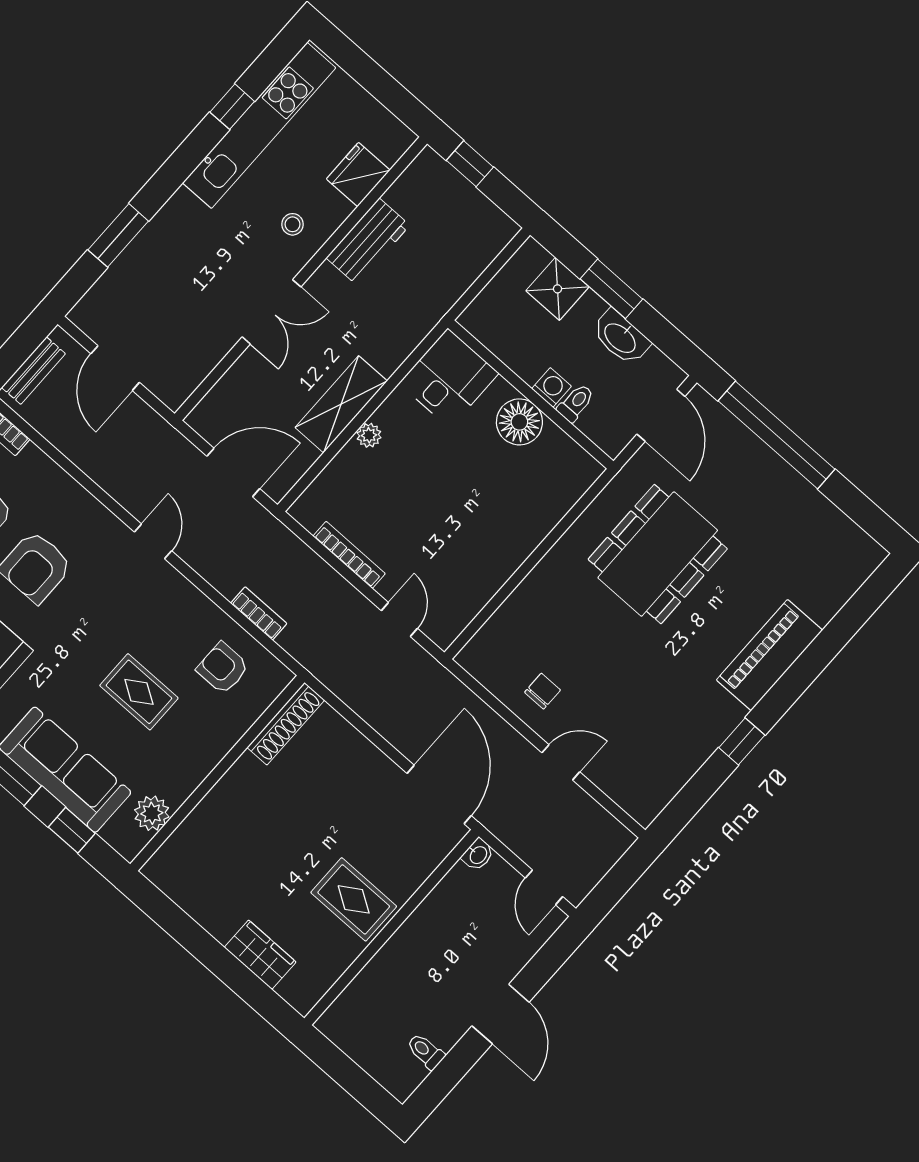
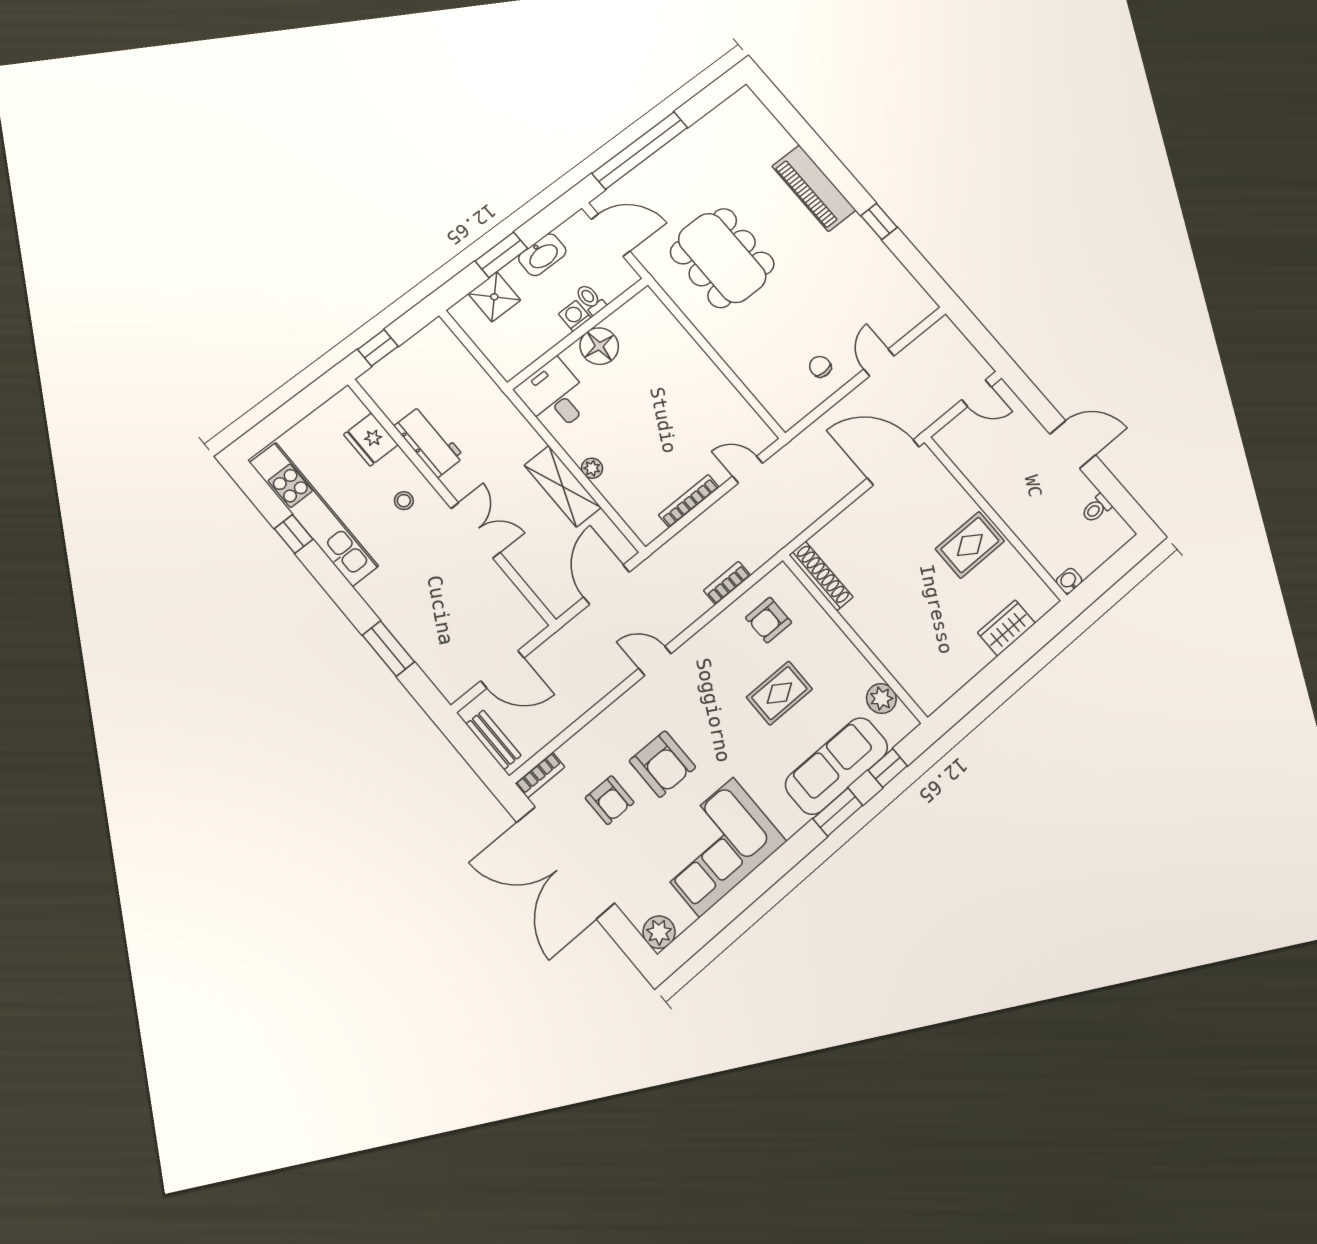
washbasin: (478, 855) -> (1069, 581), moved, turned -90

